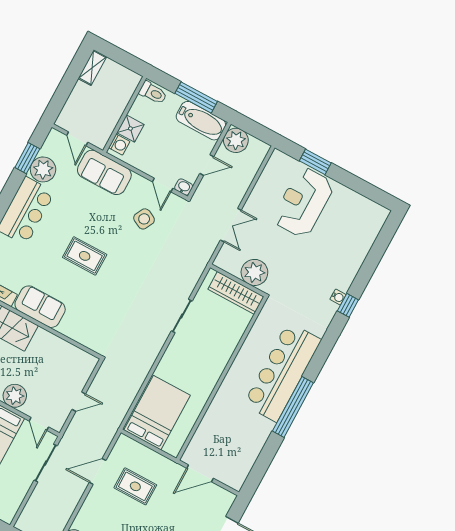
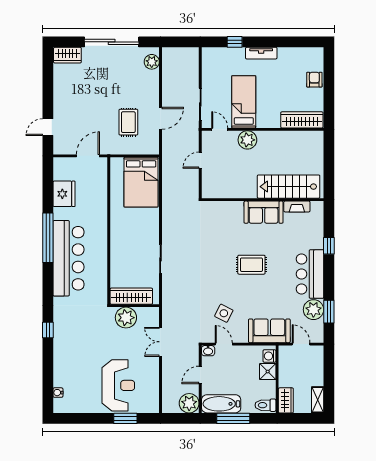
wardrobe: (128, 86) -> (286, 400), added
water cooler: (338, 297) -> (58, 393), moved
fridge: (249, 446) -> (64, 194), added
rug: (135, 486) -> (128, 122), turned 90

